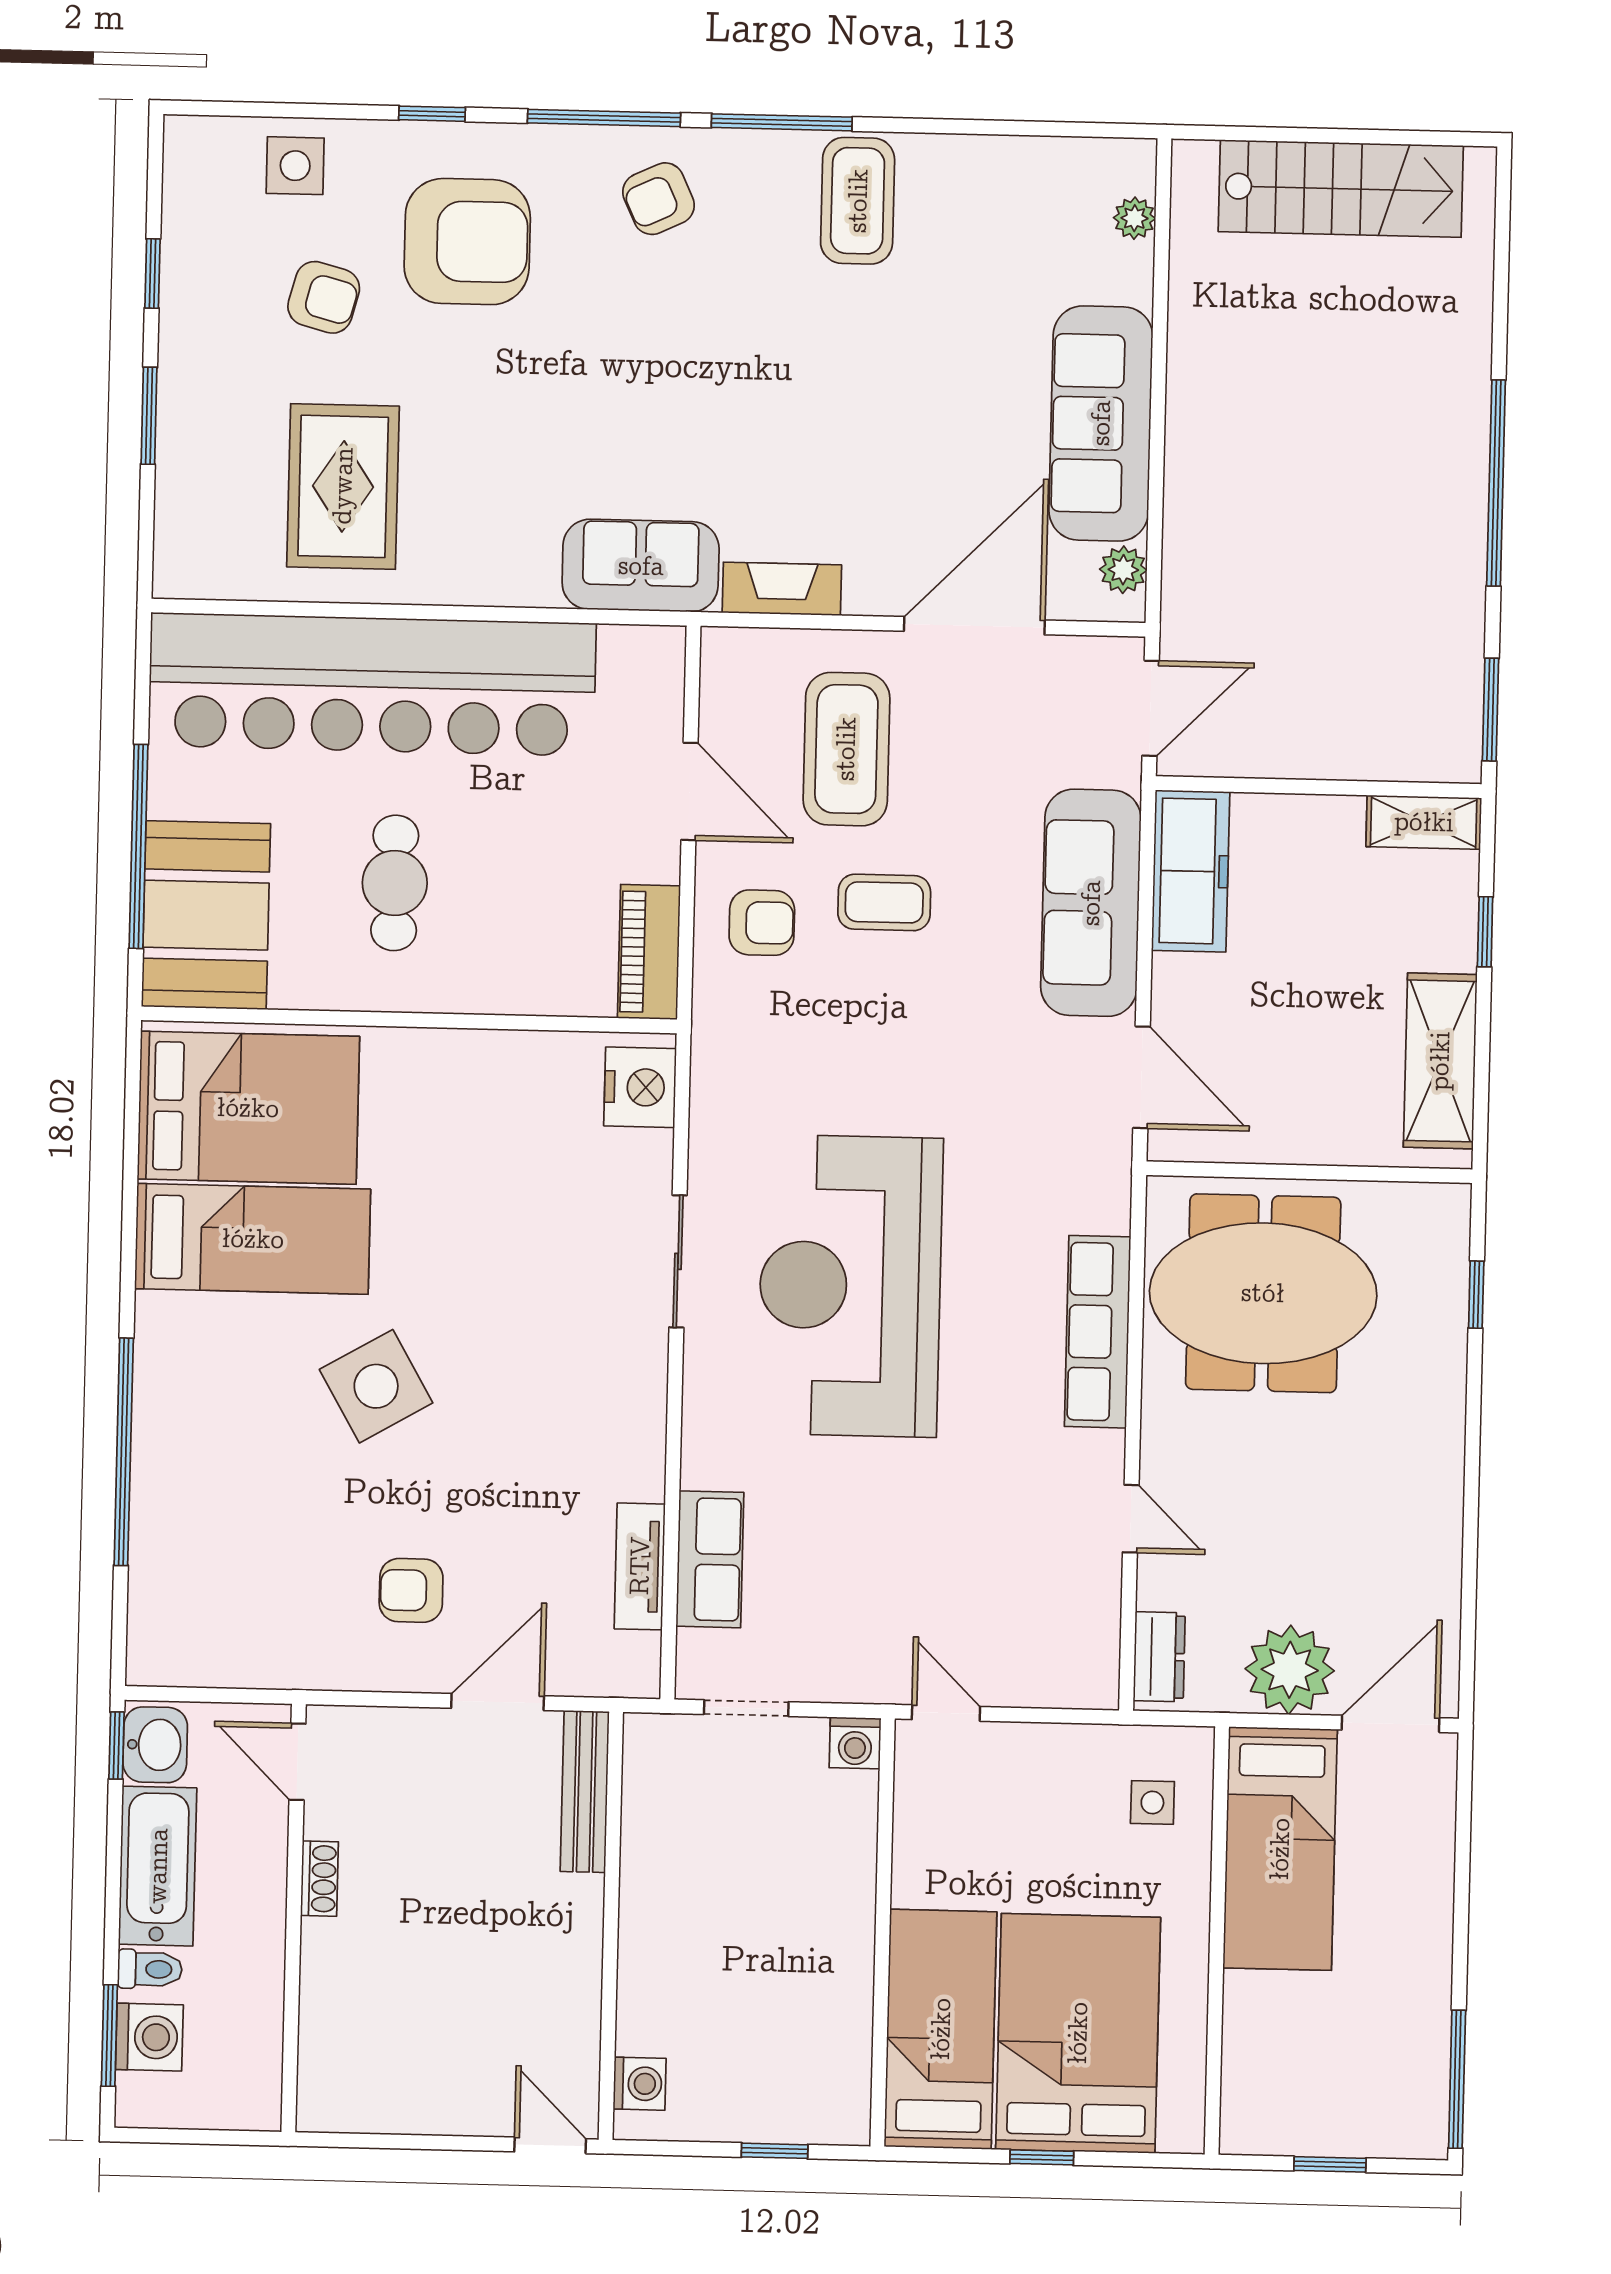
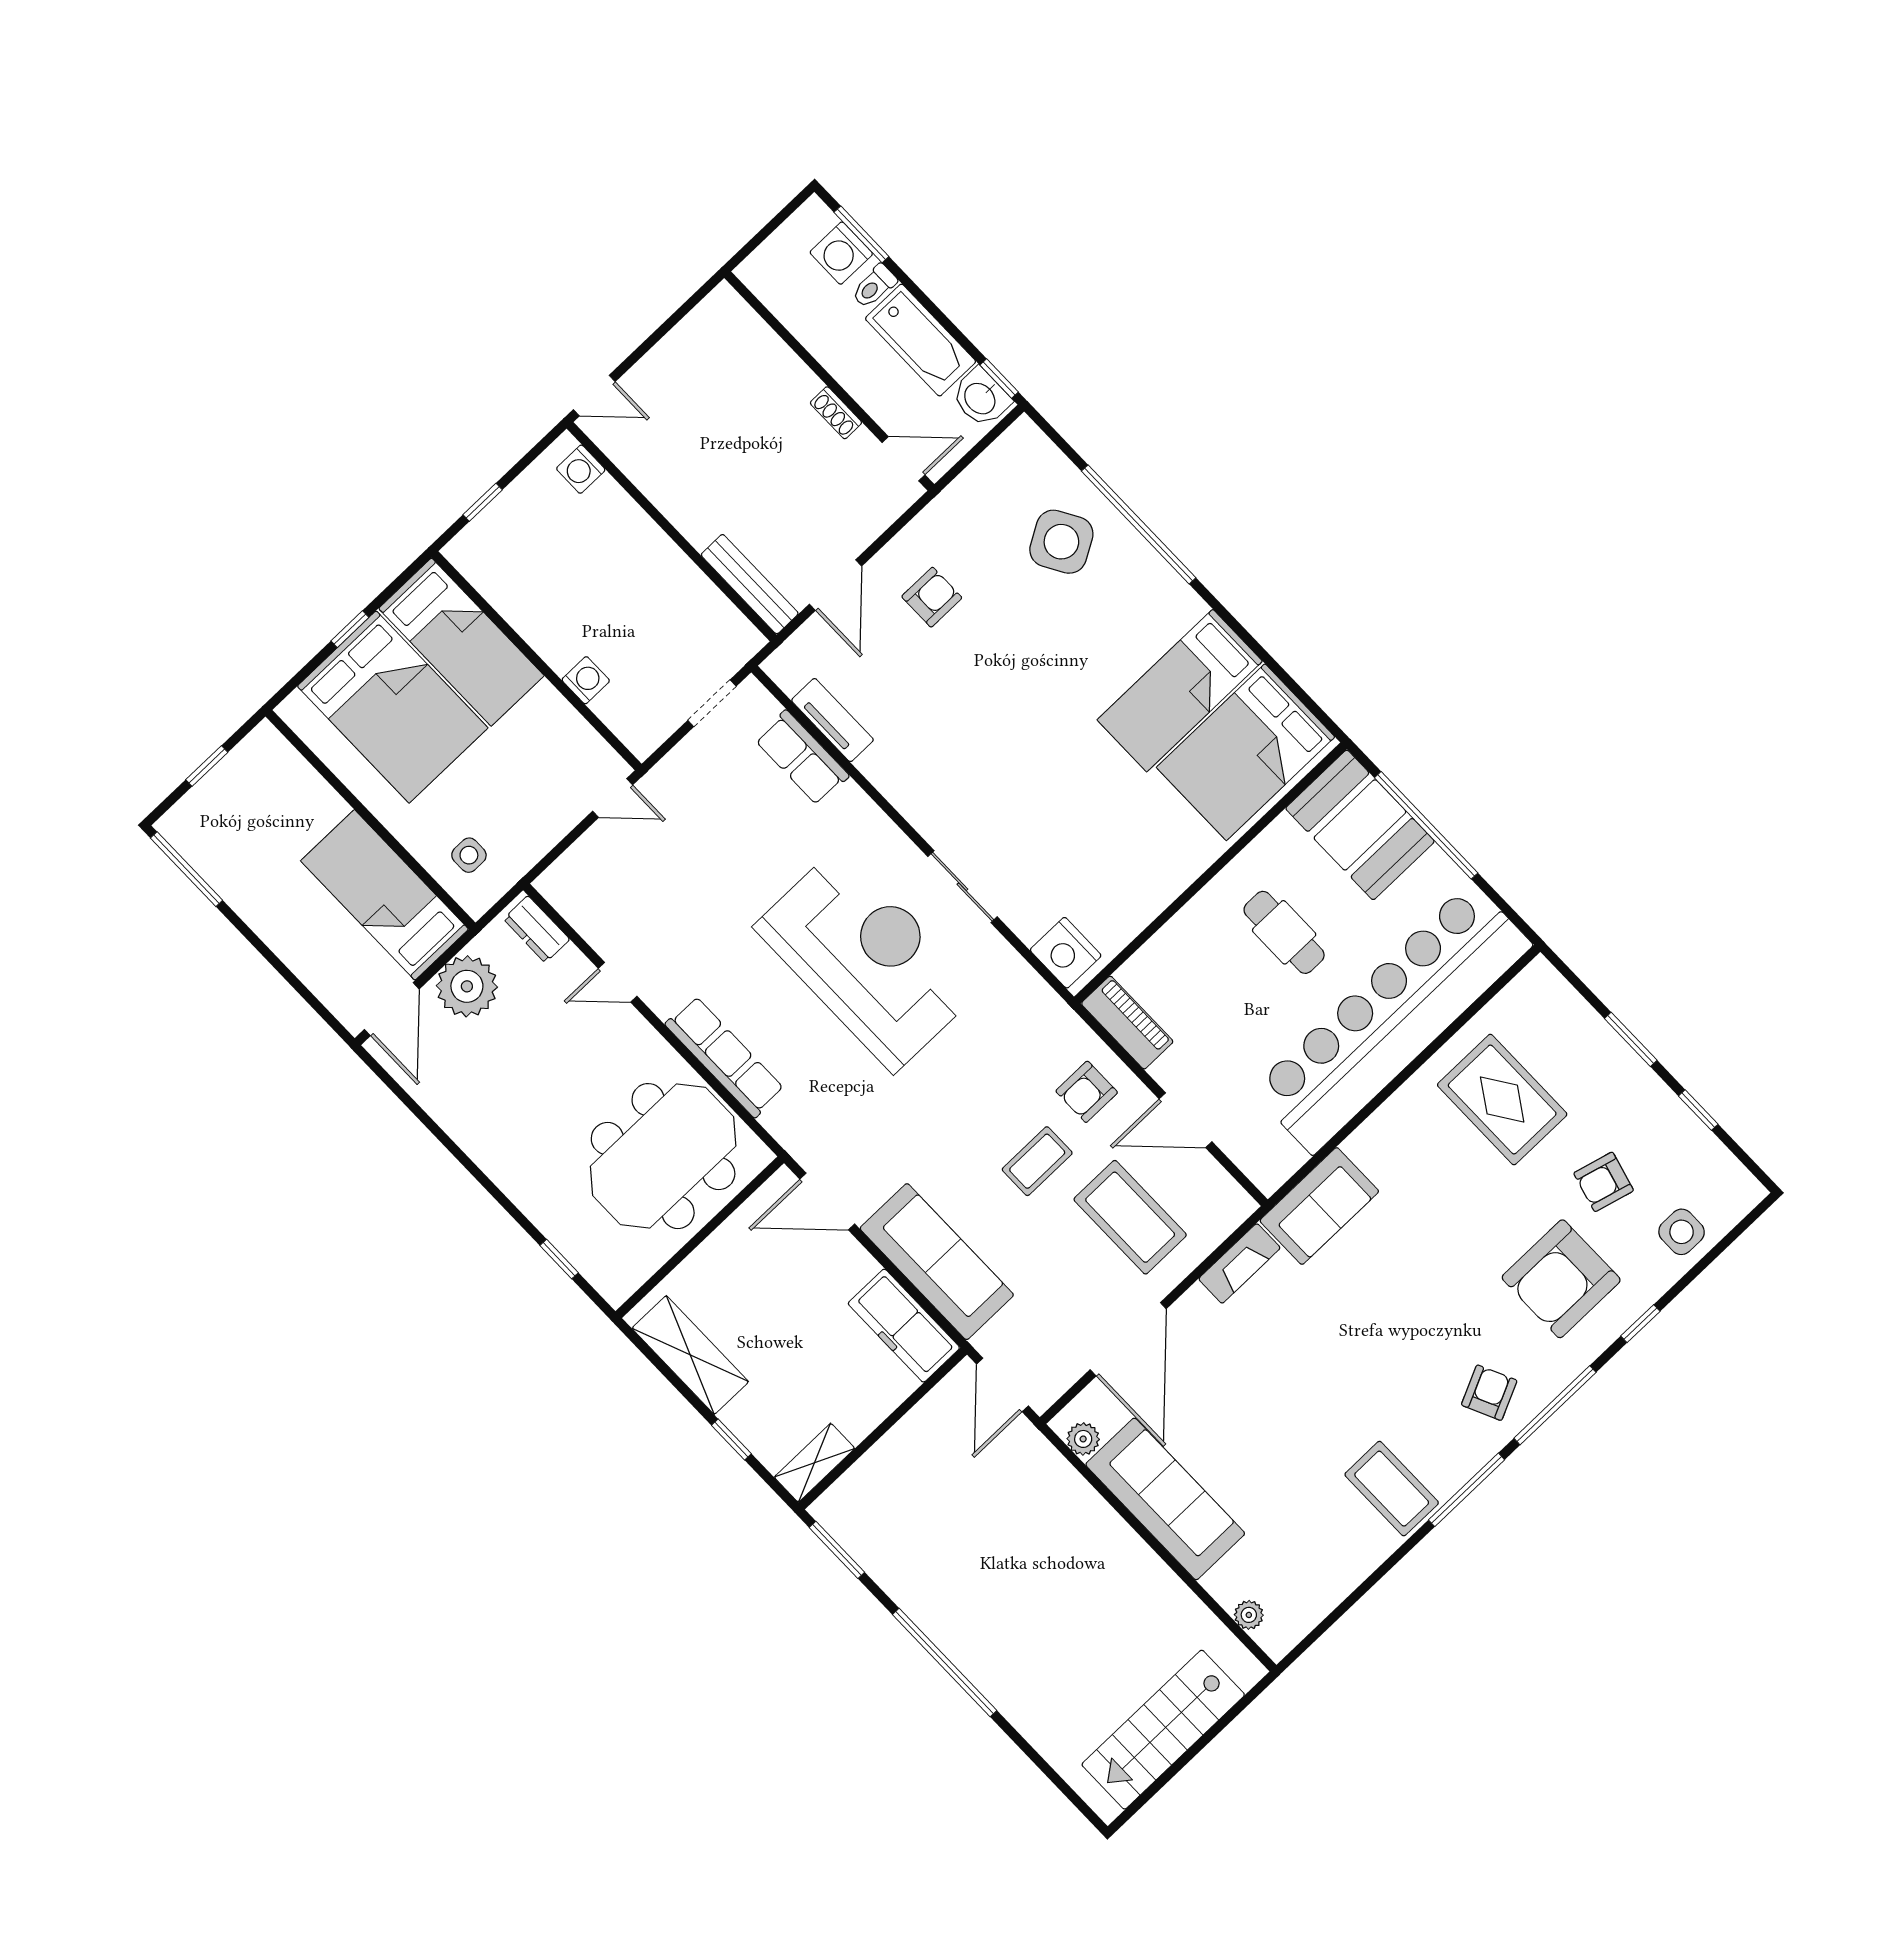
side table: (376, 1386) -> (1061, 542), moved
washing machine: (855, 1743) -> (586, 680), moved, turned 90

